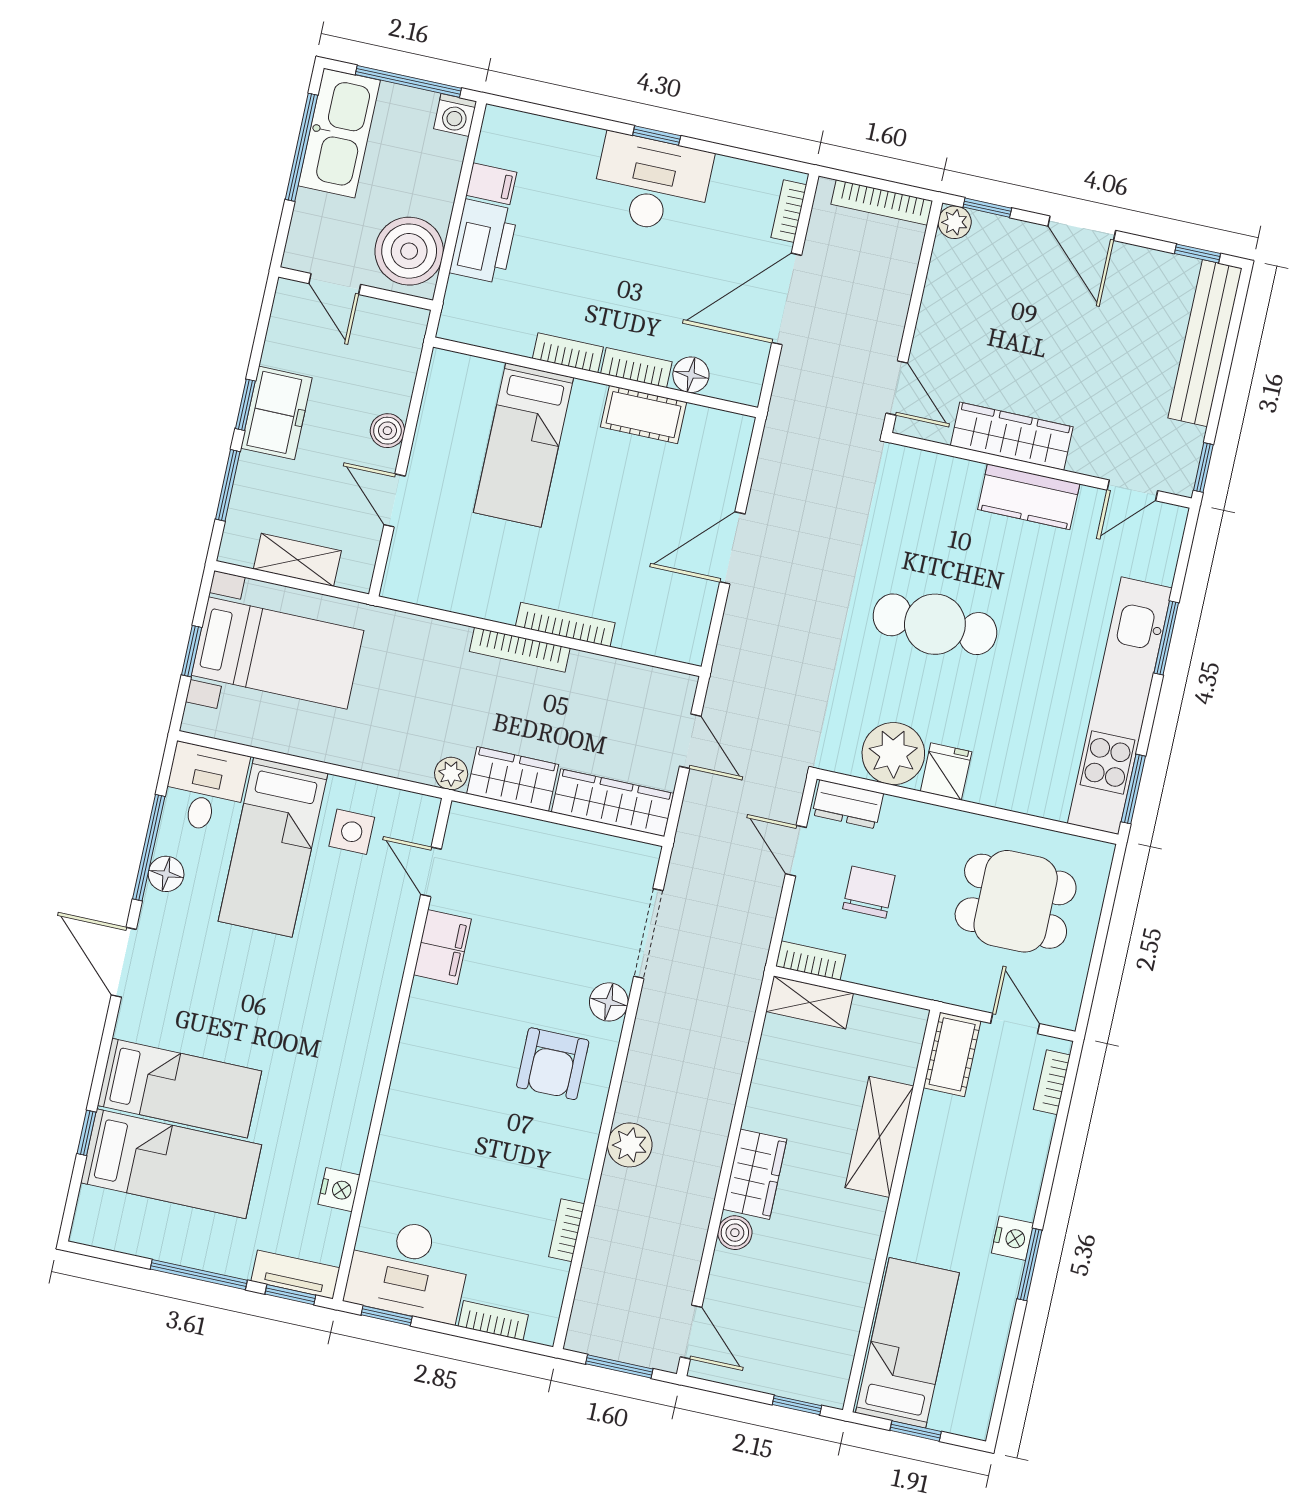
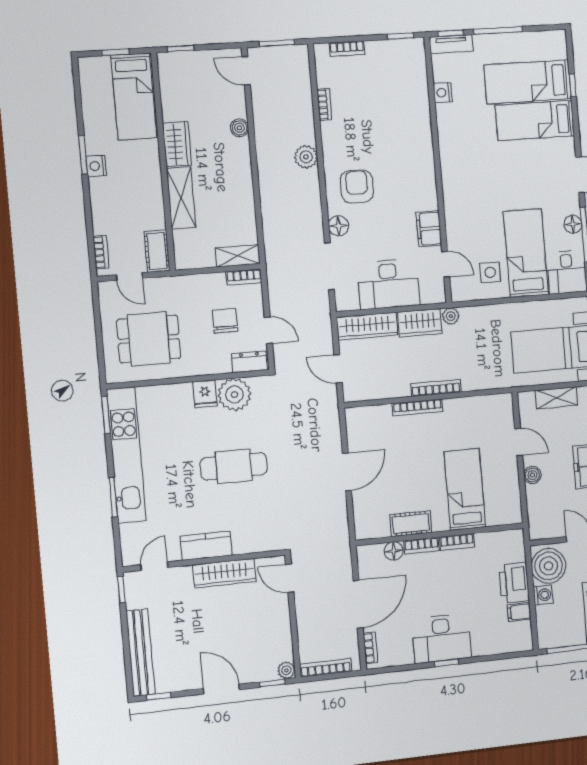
washing machine: (455, 115) -> (543, 595), moved, turned 90
chair: (869, 892) -> (225, 321), turned 180
wardrobe: (755, 1174) -> (177, 144), moved, turned 180
desk: (408, 1269) -> (388, 284), moved, turned 180

